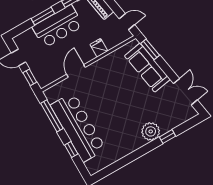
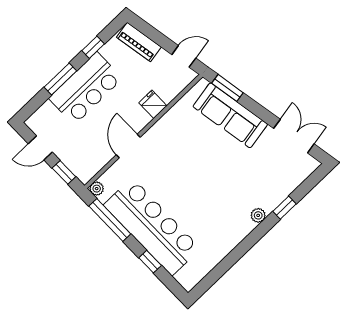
plant: (48, 93) -> (97, 189), added
plant: (151, 131) -> (258, 215), width x0.53, depth x0.53

